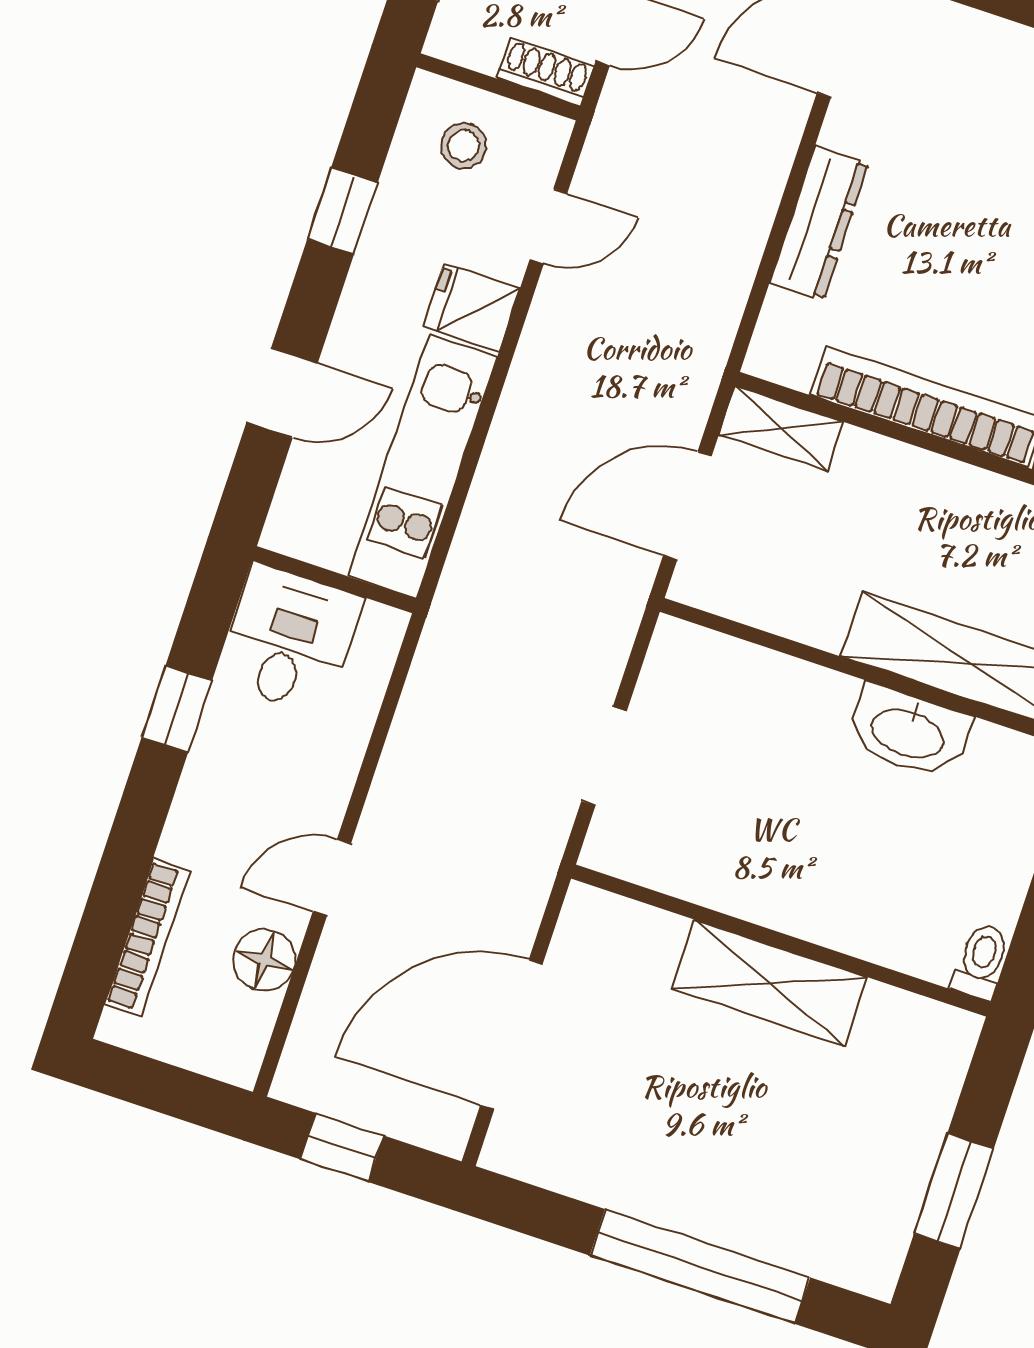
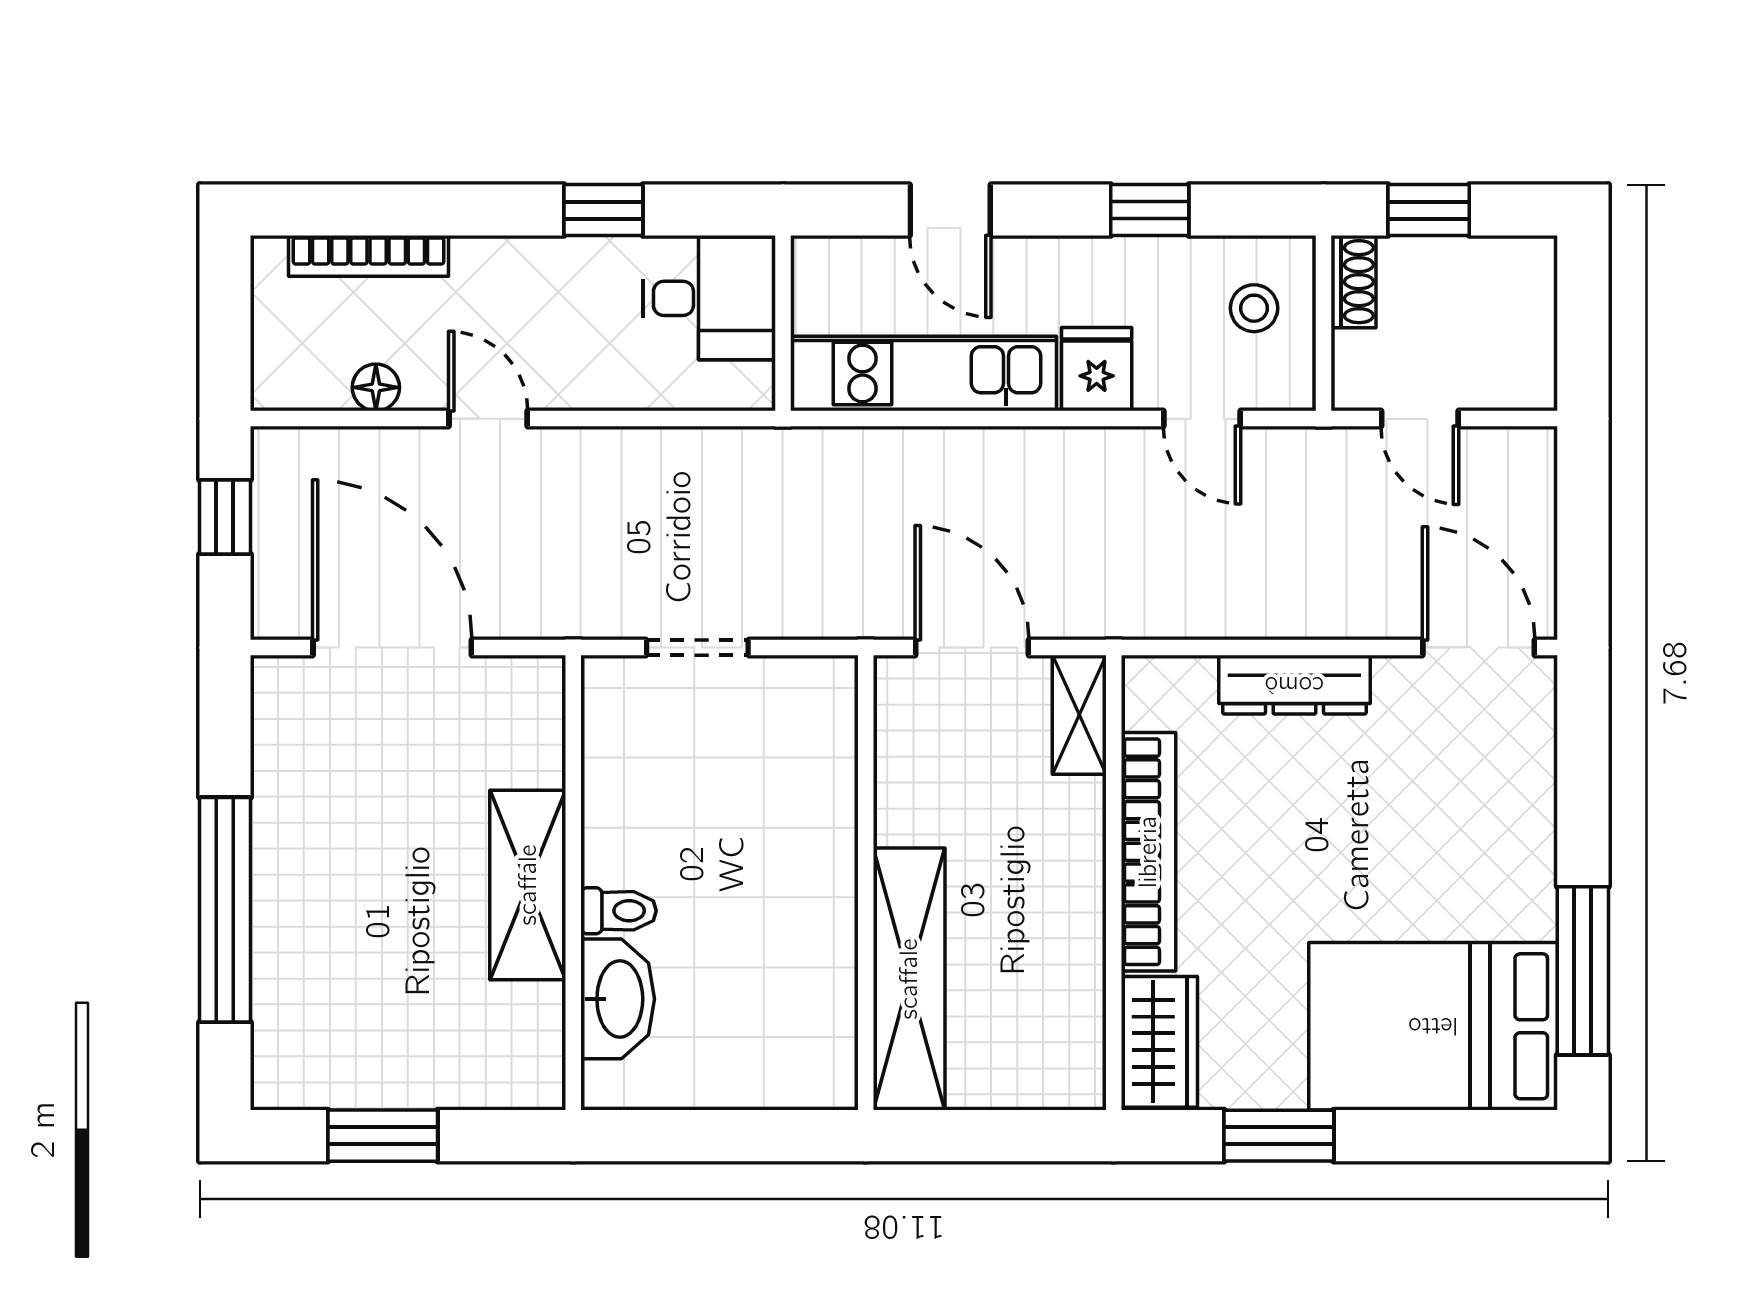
shoe rack: (545, 72) -> (1354, 282), moved
washbasin: (908, 732) -> (618, 999), moved, turned 180
floor lamp: (264, 960) -> (376, 387), width x0.73, depth x0.73
toilet: (981, 961) -> (619, 911), moved

